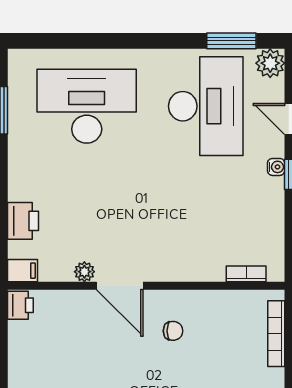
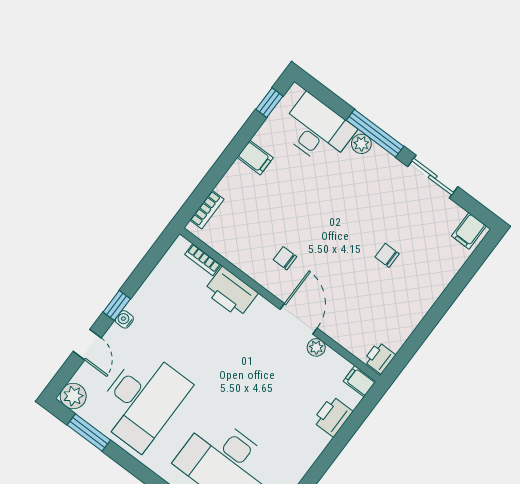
desk: (206, 106) -> (142, 400), turned 180
printer: (199, 264) -> (231, 292), added
bookcase: (276, 334) -> (207, 210), width x0.64

